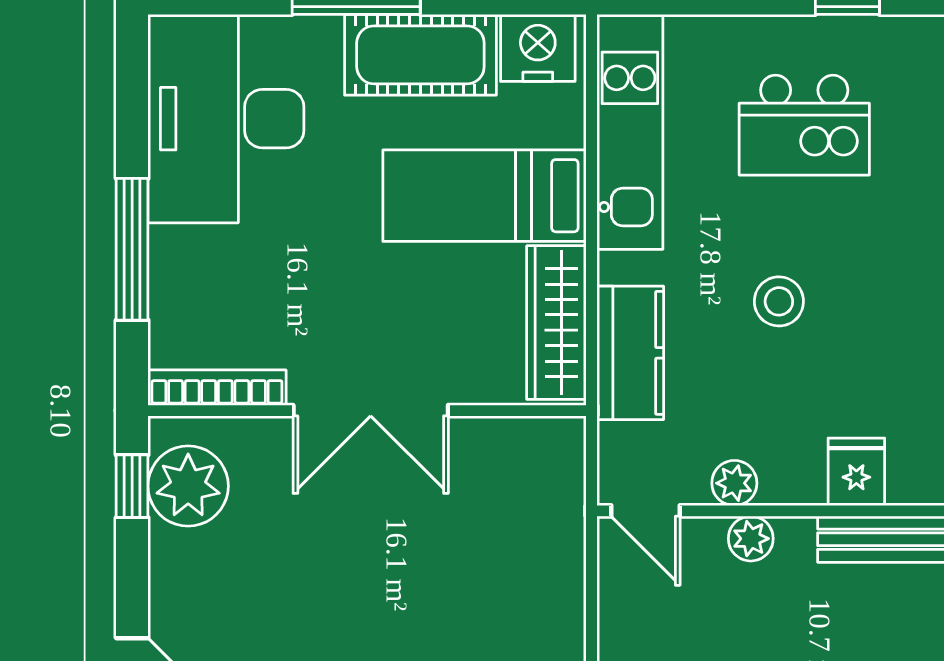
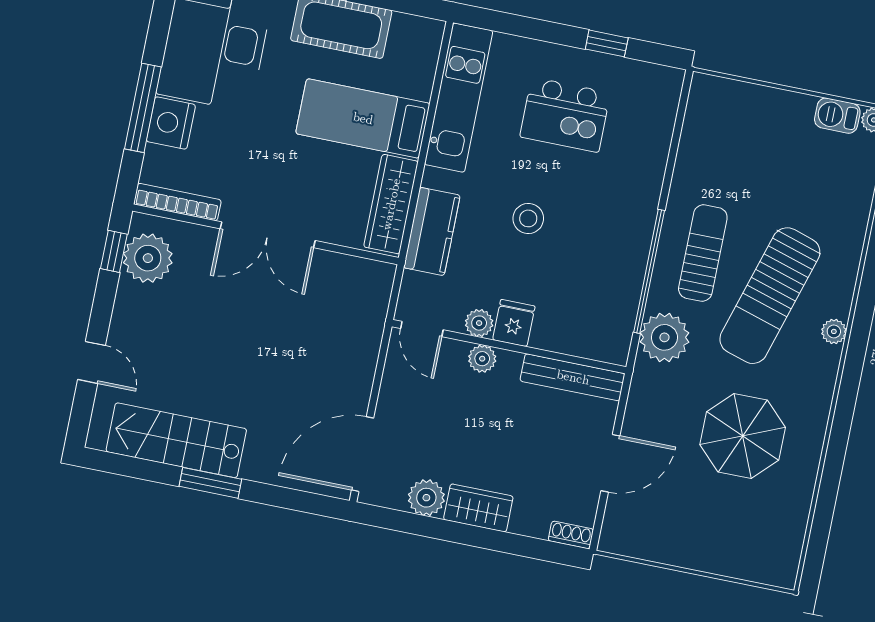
nightstand: (538, 48) -> (171, 123), moved, turned -90
fridge: (856, 472) -> (514, 323), moved

